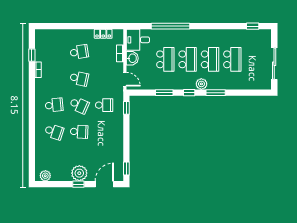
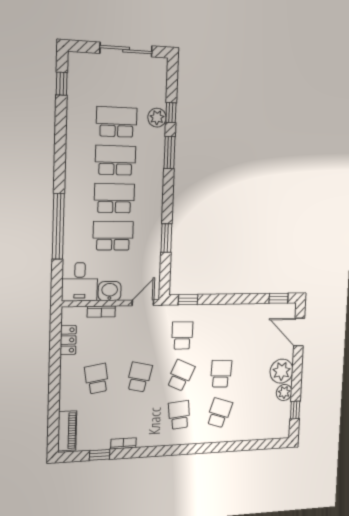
piano: (48, 35) -> (67, 431), added
plant: (201, 84) -> (157, 118), moved
window: (189, 93) -> (171, 113), moved
plant: (45, 176) -> (284, 392), moved
window: (78, 184) -> (295, 410), moved

